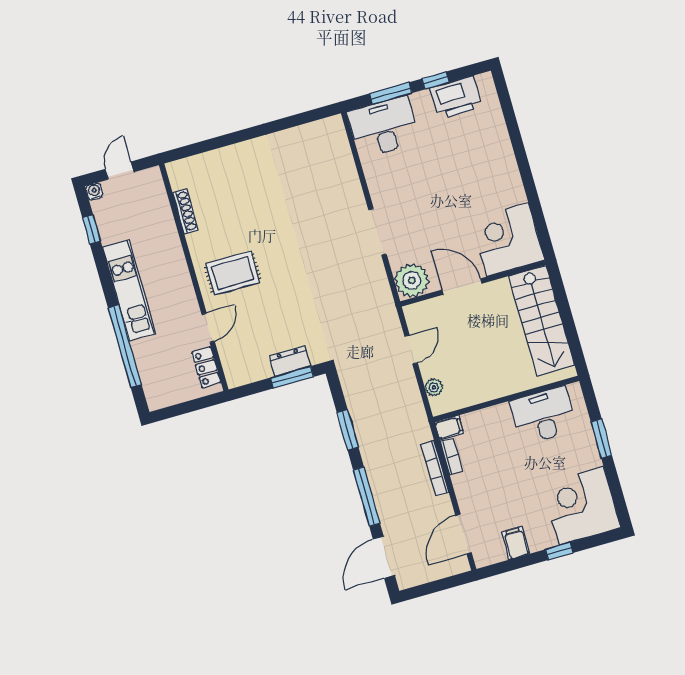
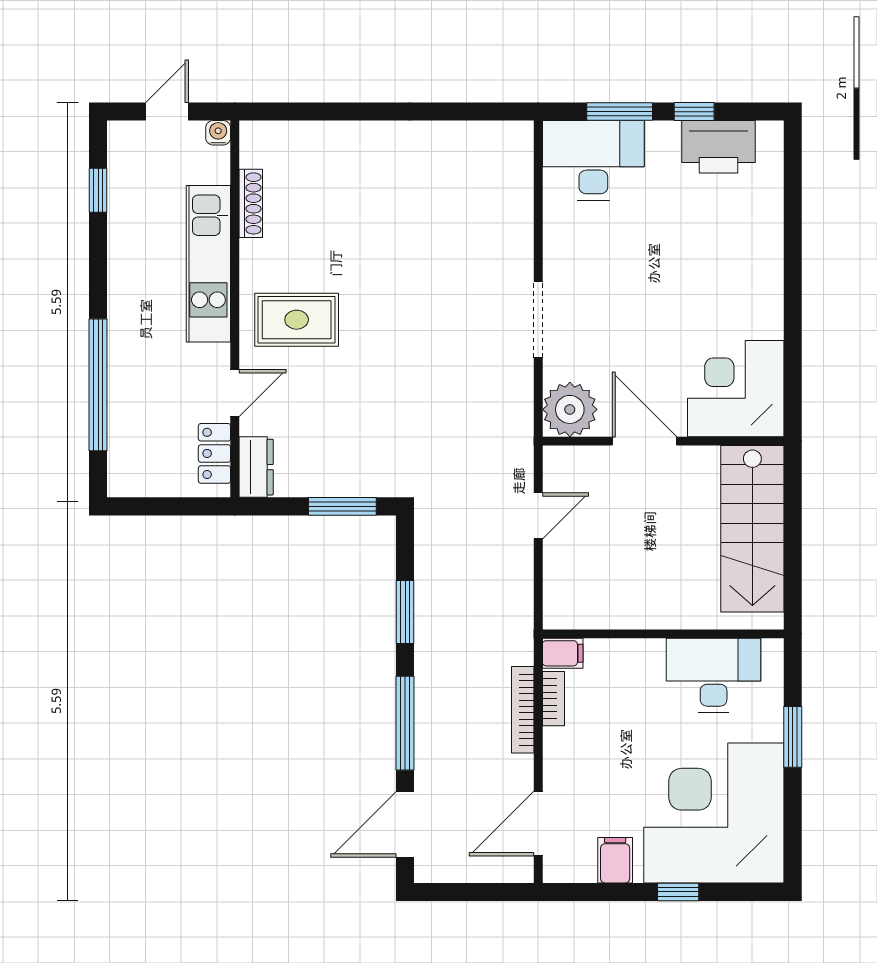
water cooler: (94, 191) -> (218, 133), moved
kitchen unit: (129, 290) -> (208, 264), moved, turned 180
dresser: (290, 361) -> (256, 467), moved, turned 90
plant: (434, 387) -> (557, 584), removed
corner desk: (581, 506) -> (714, 813), width x1.36, depth x1.36

